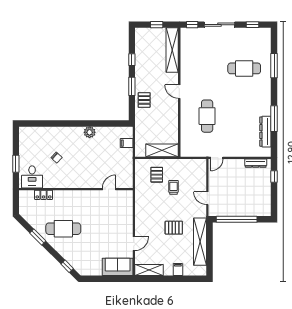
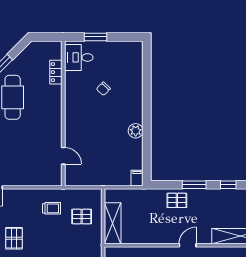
filing cabinet: (127, 143) -> (137, 178), moved
trolley: (173, 187) -> (52, 208), moved

